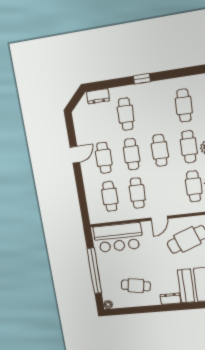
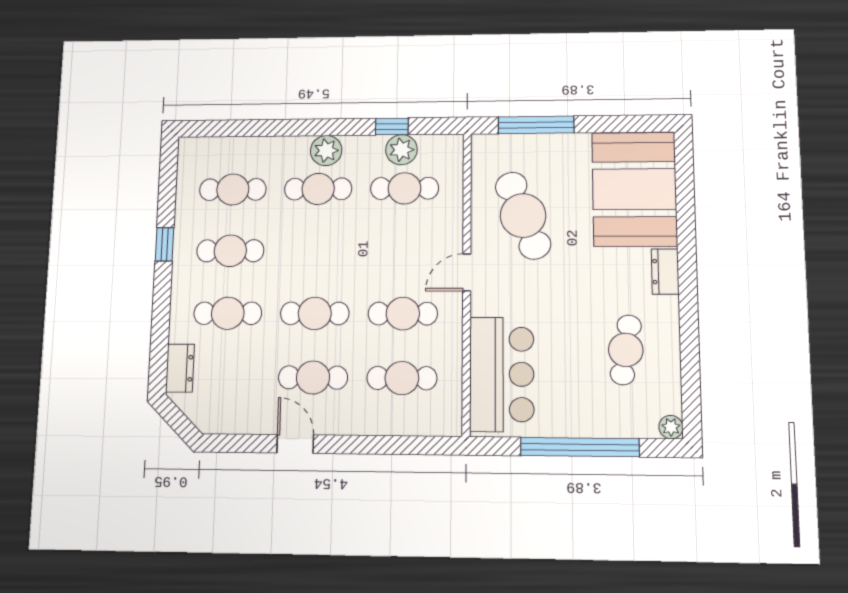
window: (142, 79) -> (165, 244), moved
cafe table: (160, 150) -> (230, 251), moved
door: (159, 218) -> (467, 272), swing flipped

